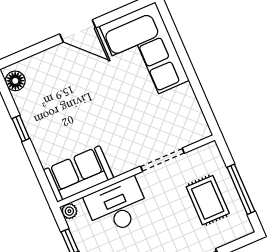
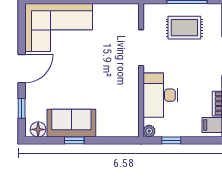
window: (31, 51) -> (22, 108), added
sofa: (78, 174) -> (71, 123), moved, turned 90

